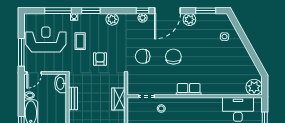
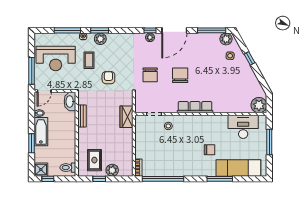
window: (206, 11) -> (212, 30), width x1.44
plant: (112, 19) -> (100, 39), moved
plant: (189, 19) -> (226, 39), moved
reception desk: (46, 39) -> (56, 59), turned 180
window: (244, 39) -> (250, 58), added
chair: (143, 56) -> (150, 75), turned -90
row of seats: (189, 89) -> (195, 107), width x1.48

